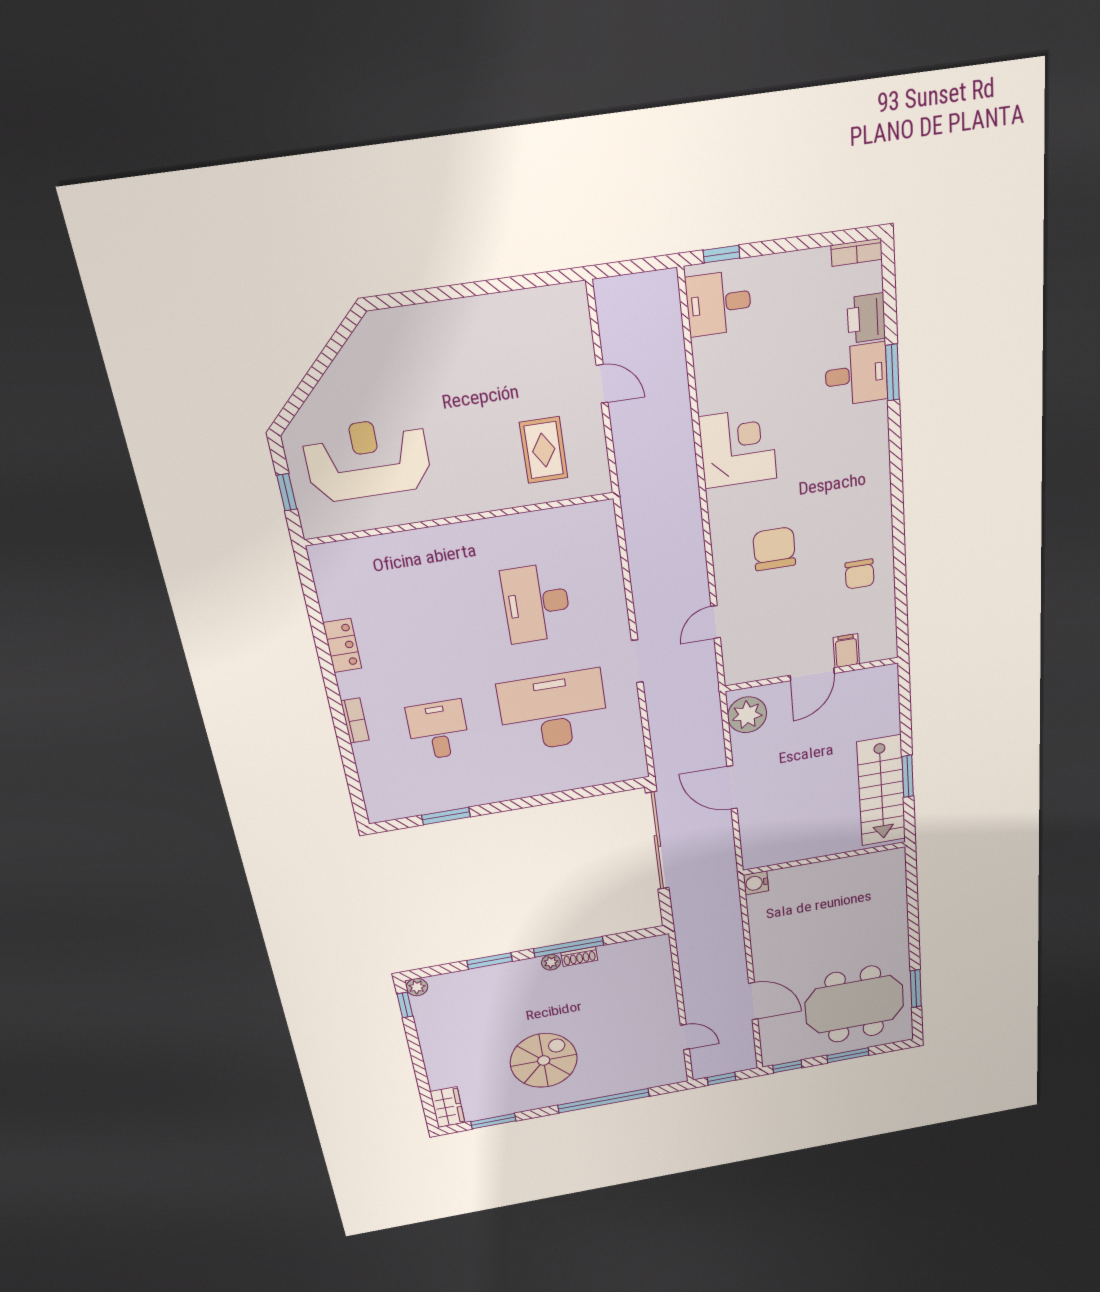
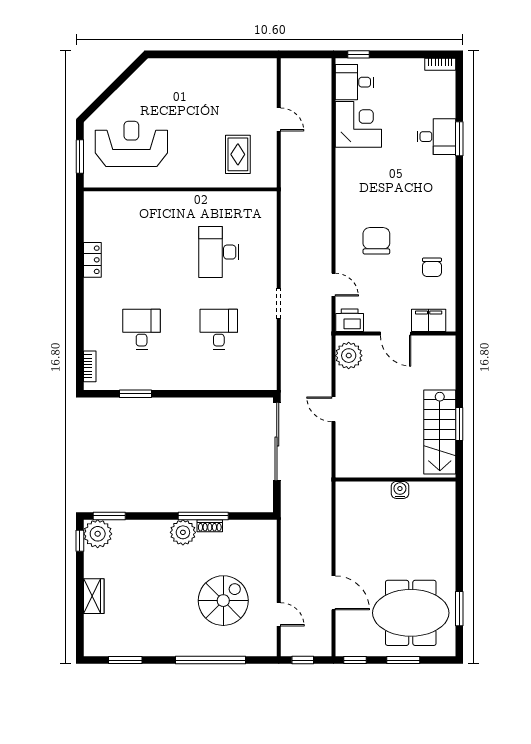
printer: (866, 318) -> (350, 320), moved, turned 90
corner desk: (738, 448) -> (358, 124), moved
window: (287, 492) -> (80, 156), width x1.50
door: (716, 622) -> (333, 285), swing flipped
filing cabinet: (846, 651) -> (429, 320), width x2.00
door: (812, 674) -> (396, 334), hinge flipped
desk: (553, 711) -> (219, 329), width x0.53, depth x0.77
bookcase: (355, 721) -> (90, 366), moved
door: (732, 787) -> (333, 409), width x0.73
water cooler: (756, 883) -> (400, 490), moved, turned 90
window: (490, 961) -> (109, 516), moved
plant: (551, 962) -> (183, 532), width x1.88, depth x1.88
plant: (417, 987) -> (98, 534), width x1.88, depth x1.88
spiral stairs: (544, 1060) -> (223, 601), moved
wardrobe: (447, 1107) -> (94, 596), moved

